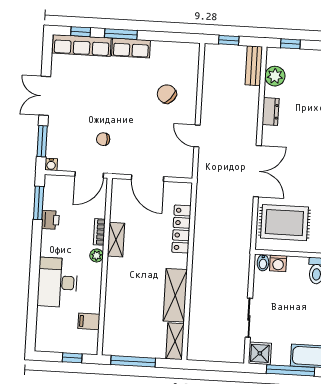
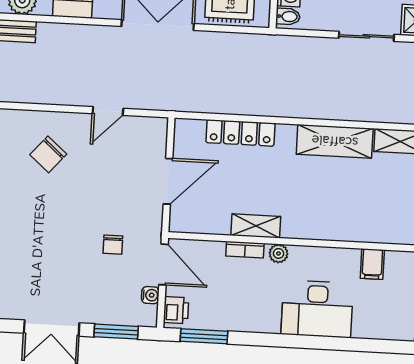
water cooler: (51, 164) -> (150, 295), moved
printer: (50, 220) -> (176, 310), moved, turned 90

